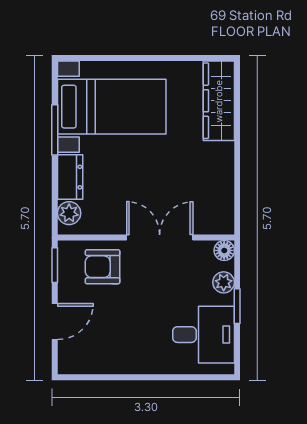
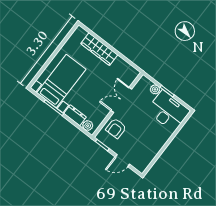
wardrobe: (219, 101) -> (99, 49), moved
floor lamp: (224, 250) -> (144, 80), removed
door: (55, 321) -> (122, 161), swing flipped
desk: (204, 335) -> (168, 111), width x1.37

